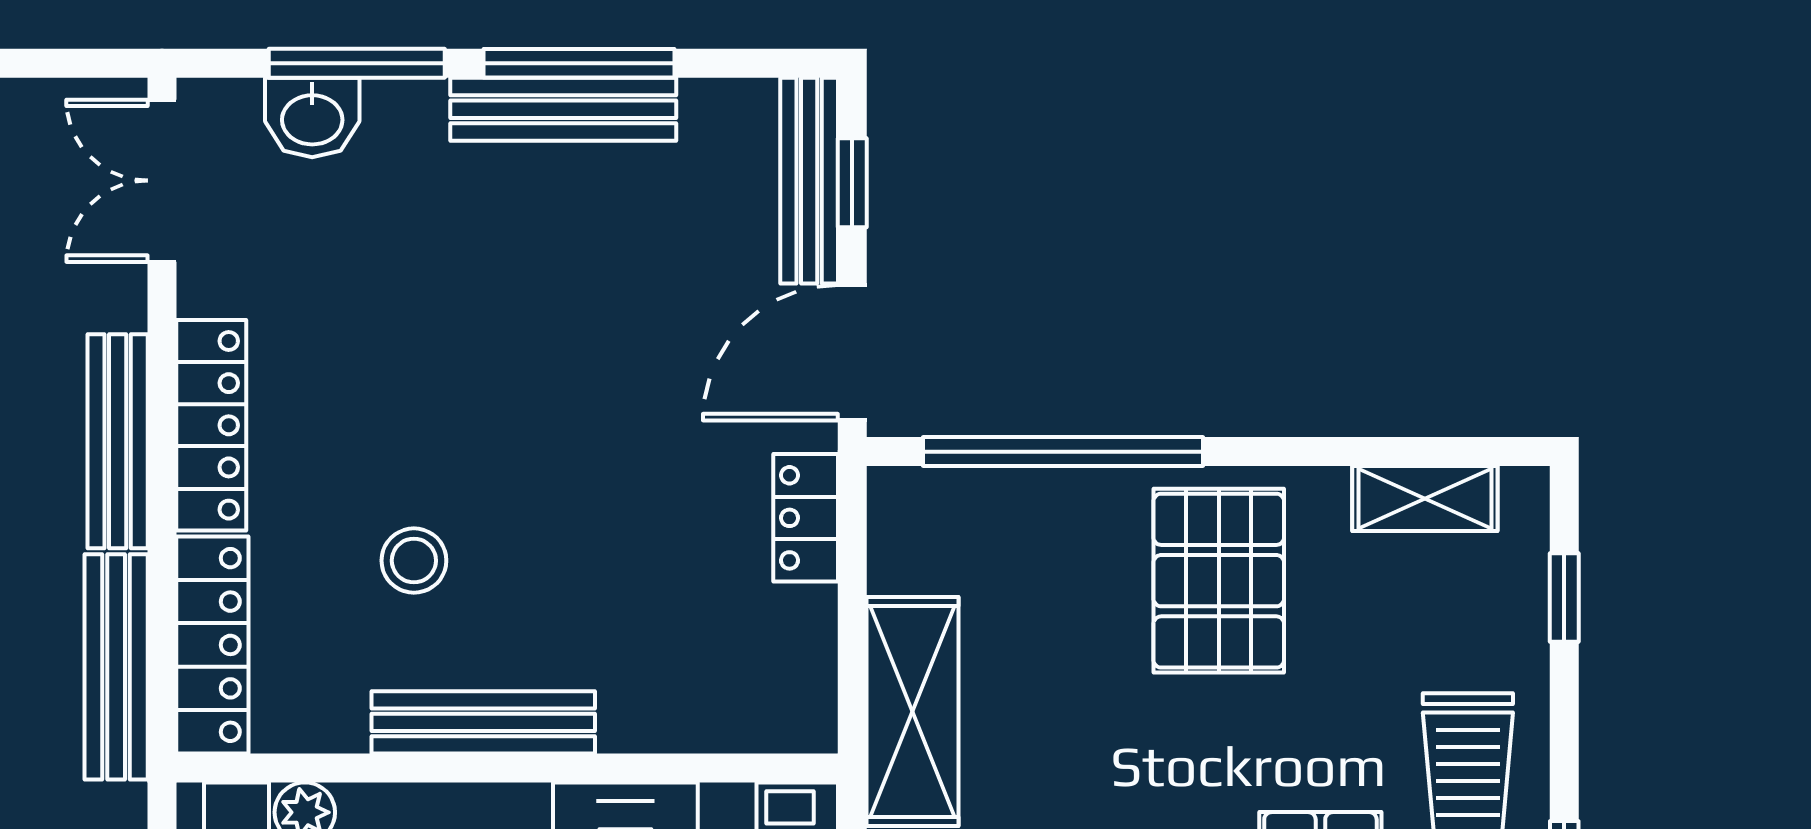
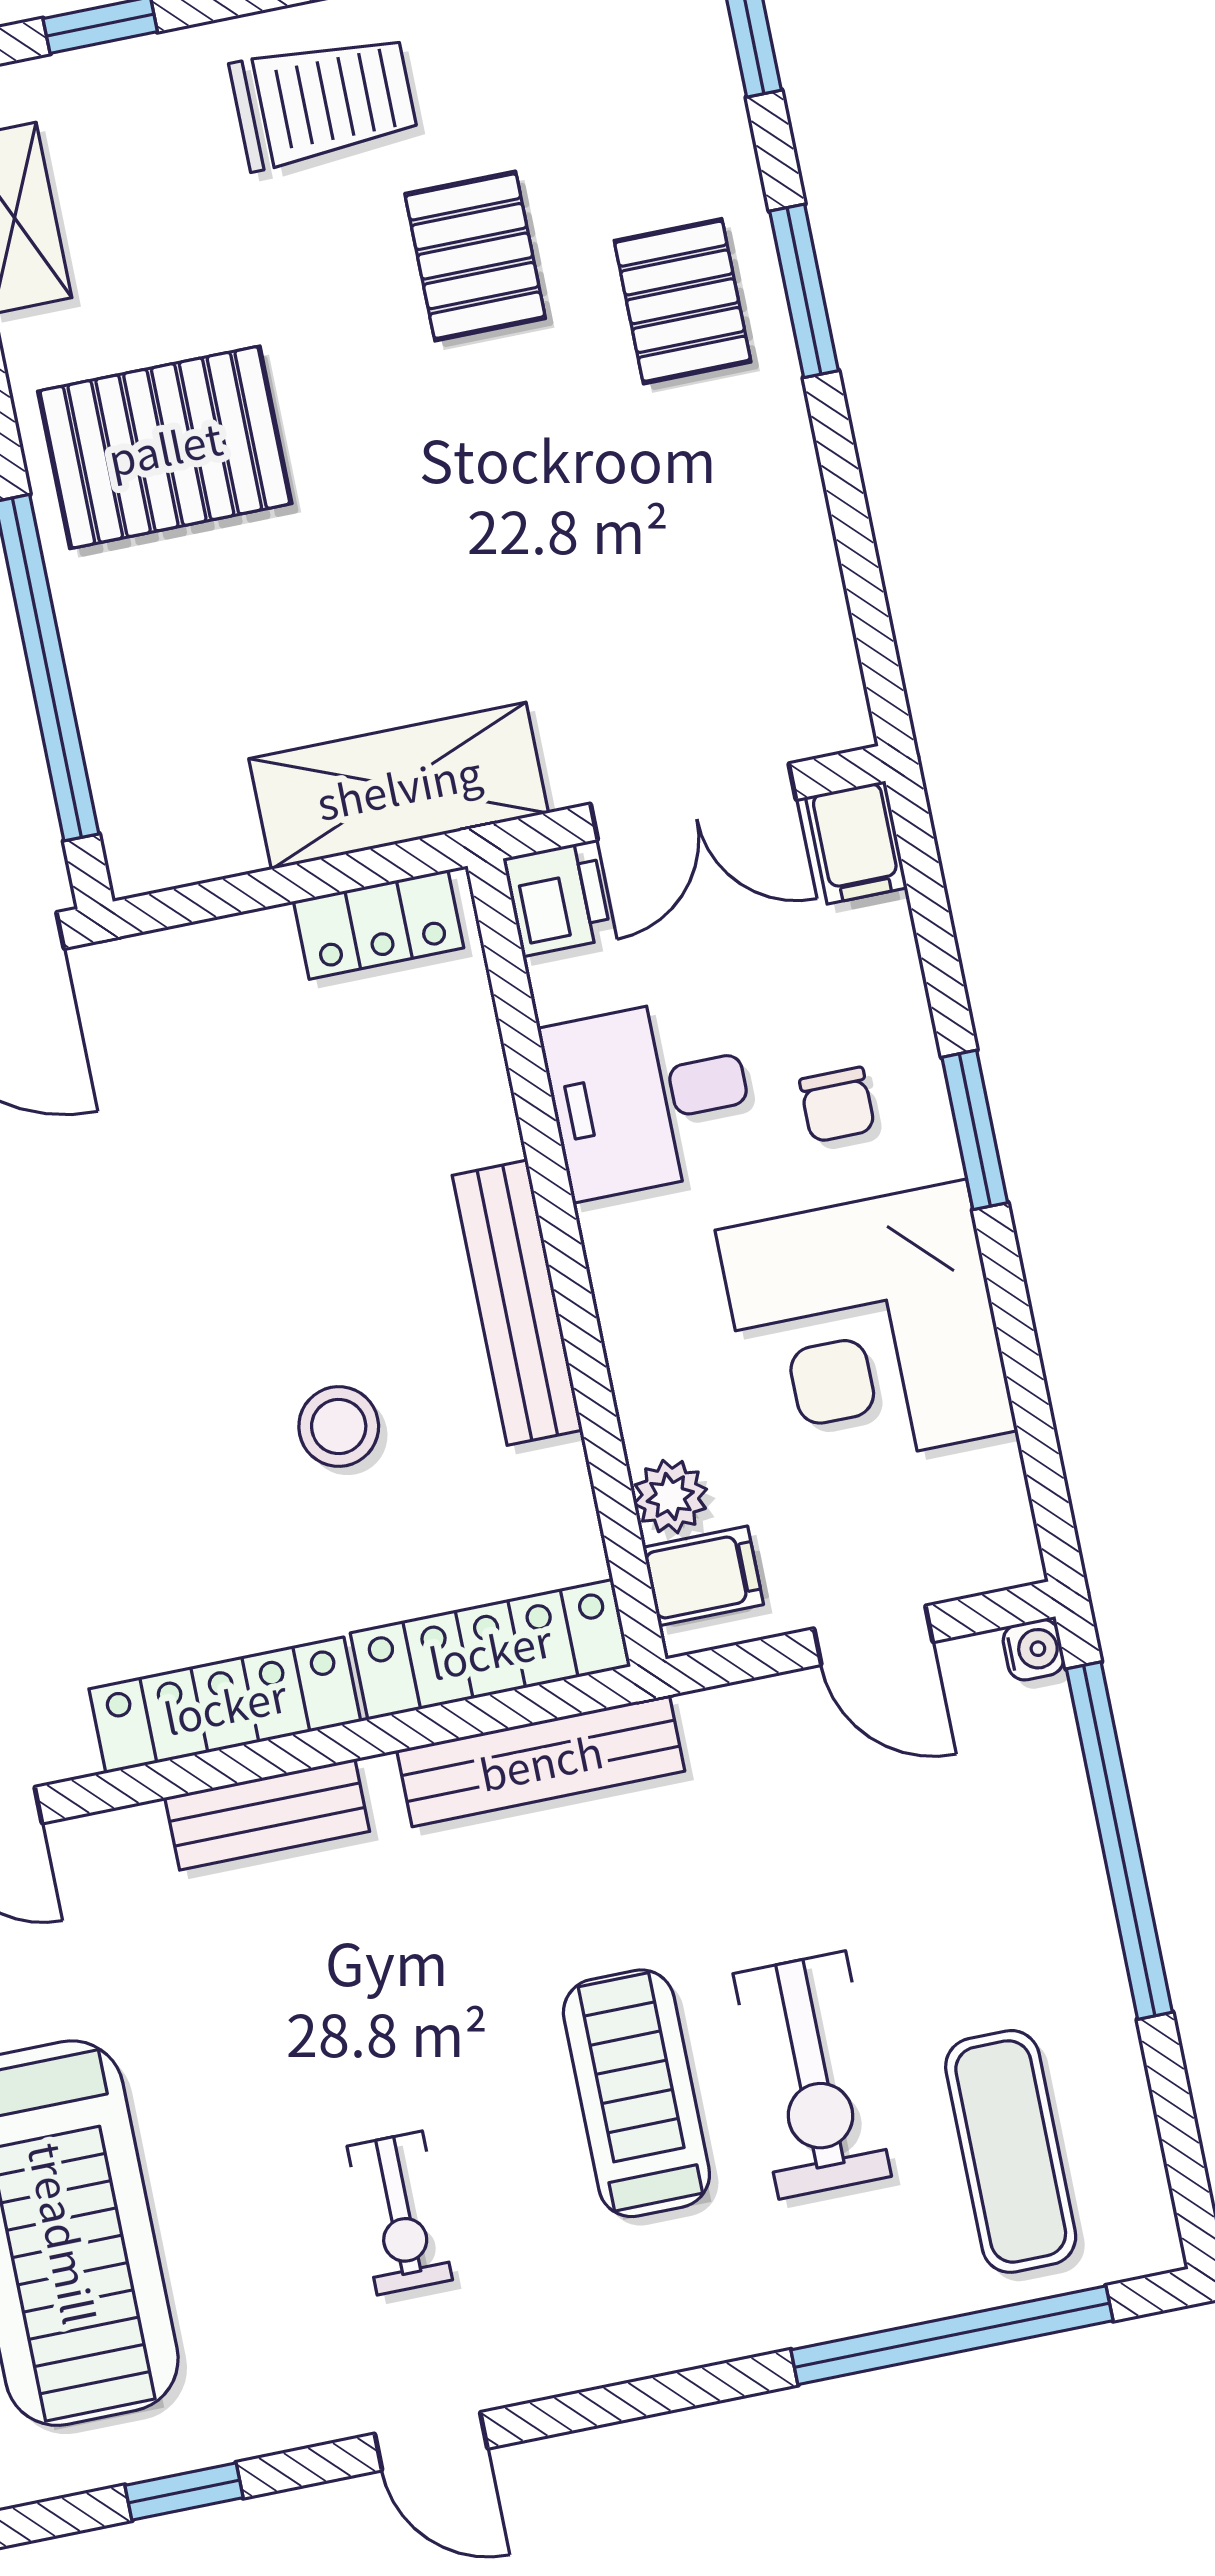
bench: (118, 441) -> (267, 1814), width x0.73
locker: (806, 518) -> (379, 925), moved

